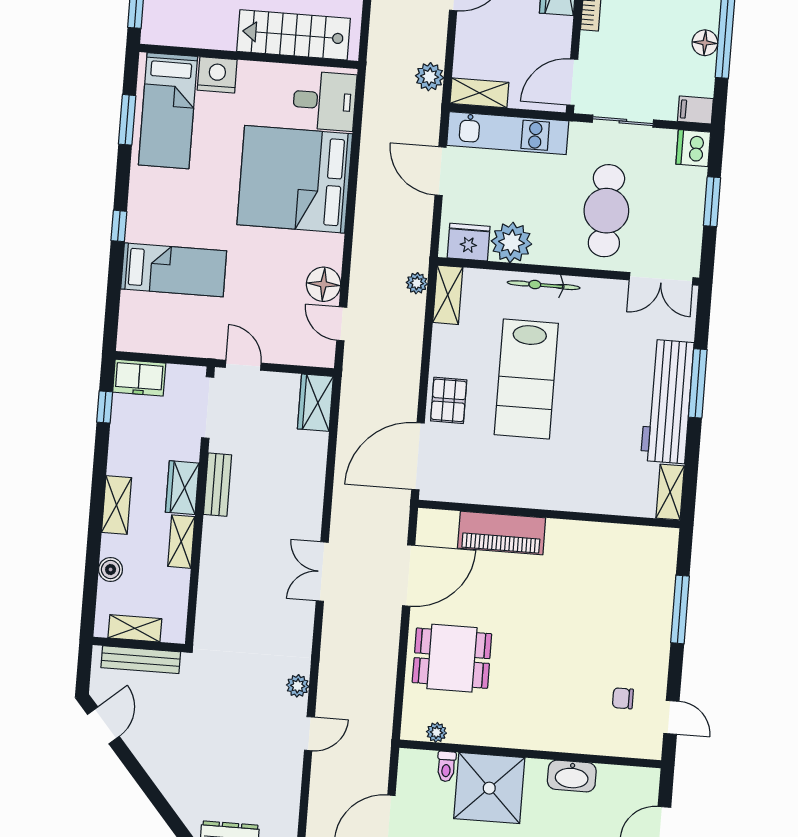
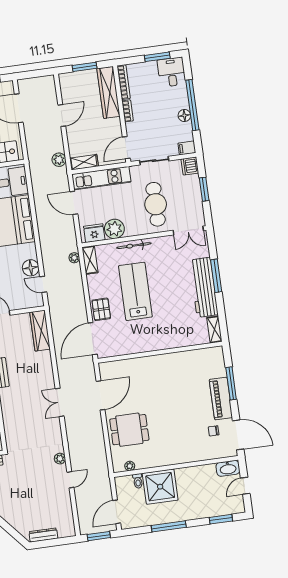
lab bench: (526, 379) -> (135, 291), turned 180
wardrobe: (315, 403) -> (40, 331), width x1.50
piano: (502, 533) -> (221, 399), moved, turned 90
door: (671, 717) -> (238, 435), width x1.88
washbasin: (572, 776) -> (228, 468), moved

